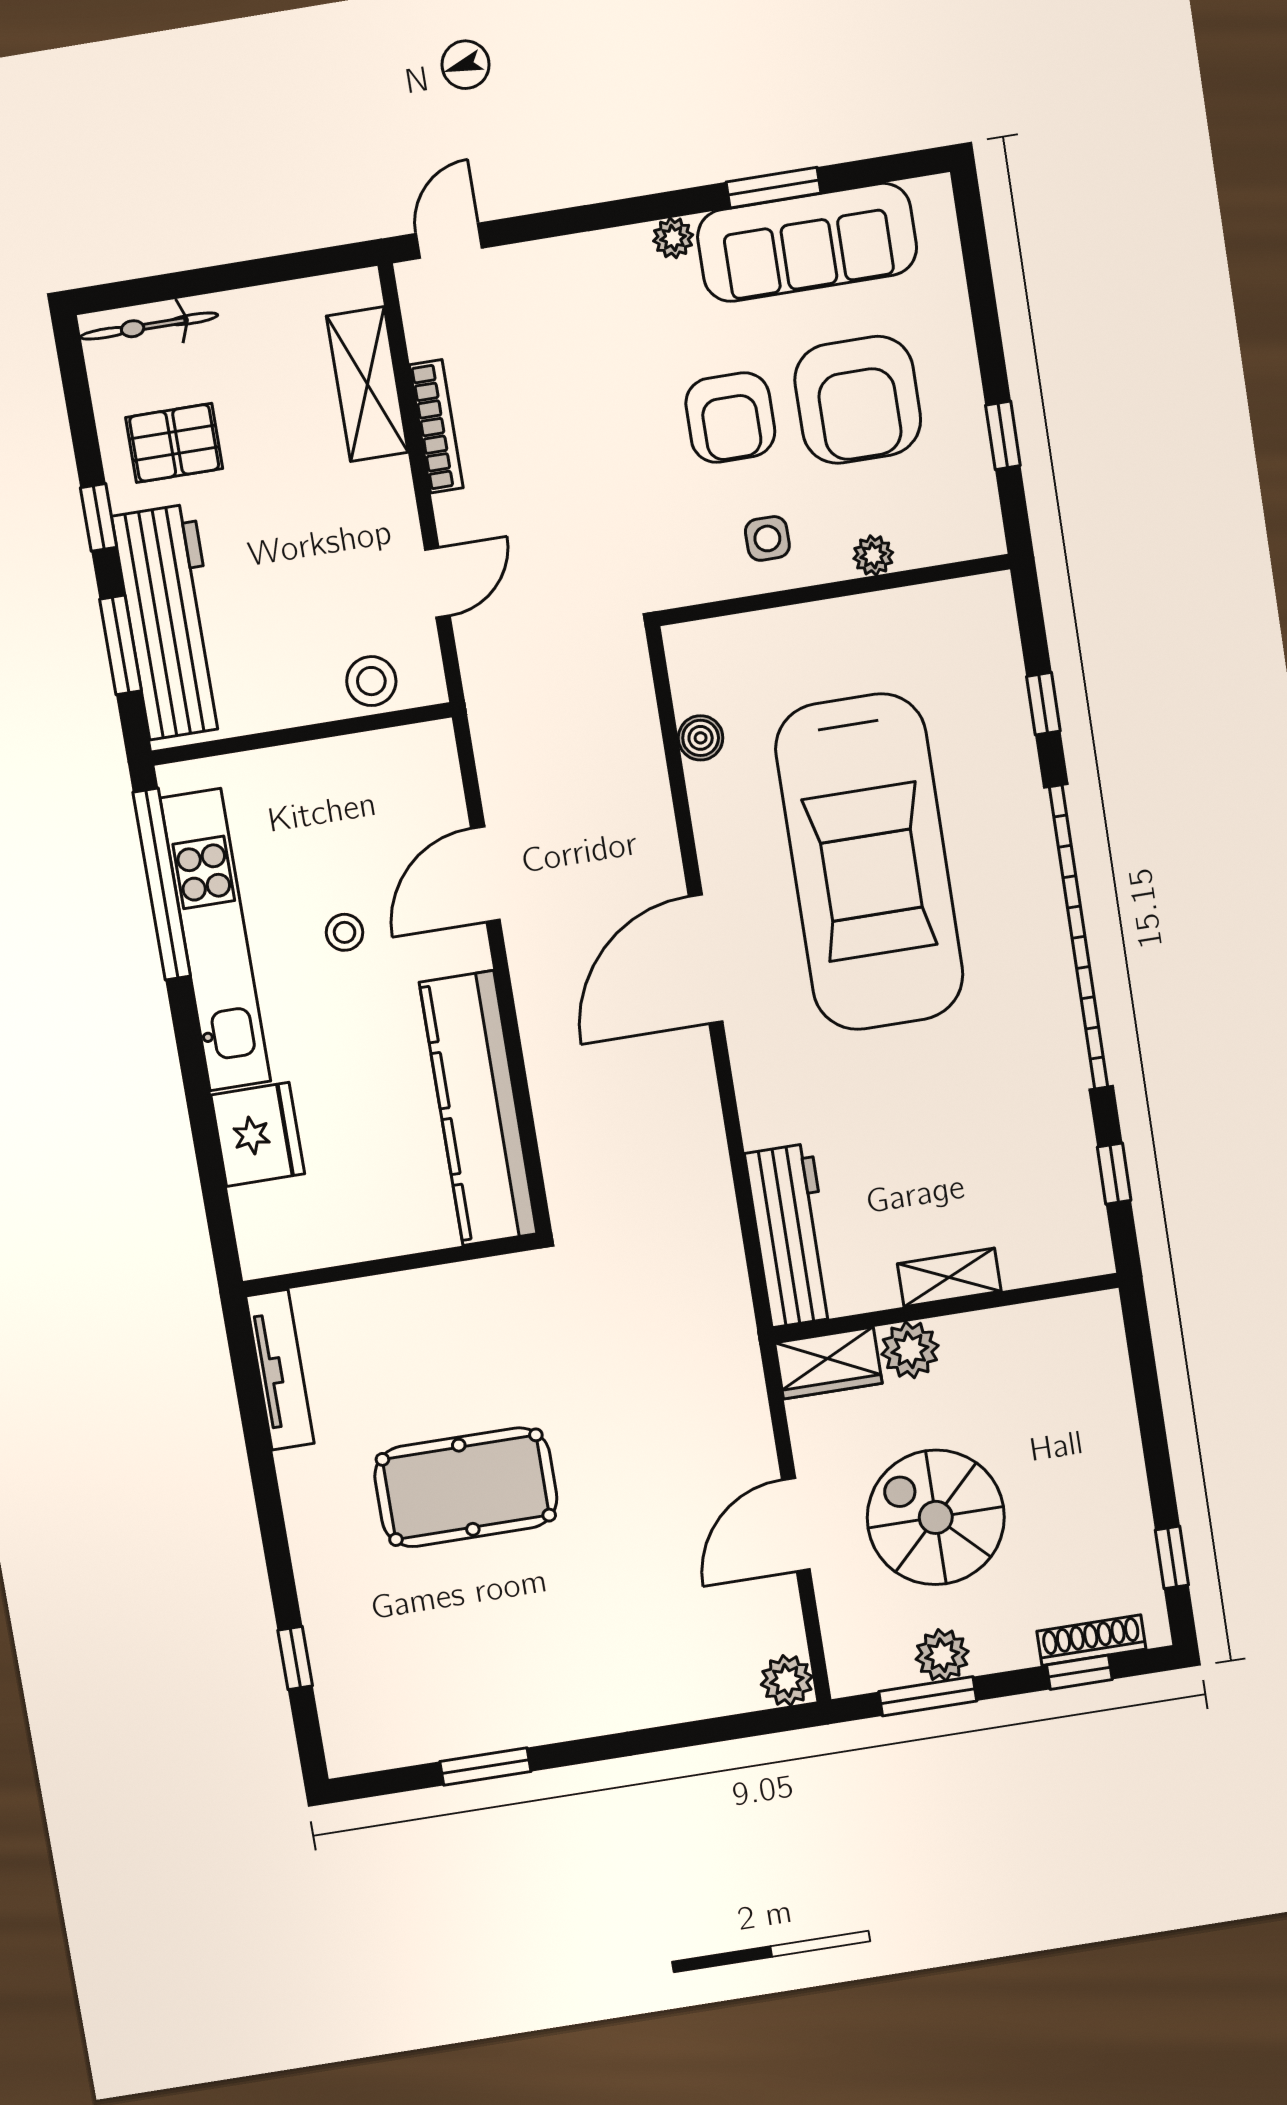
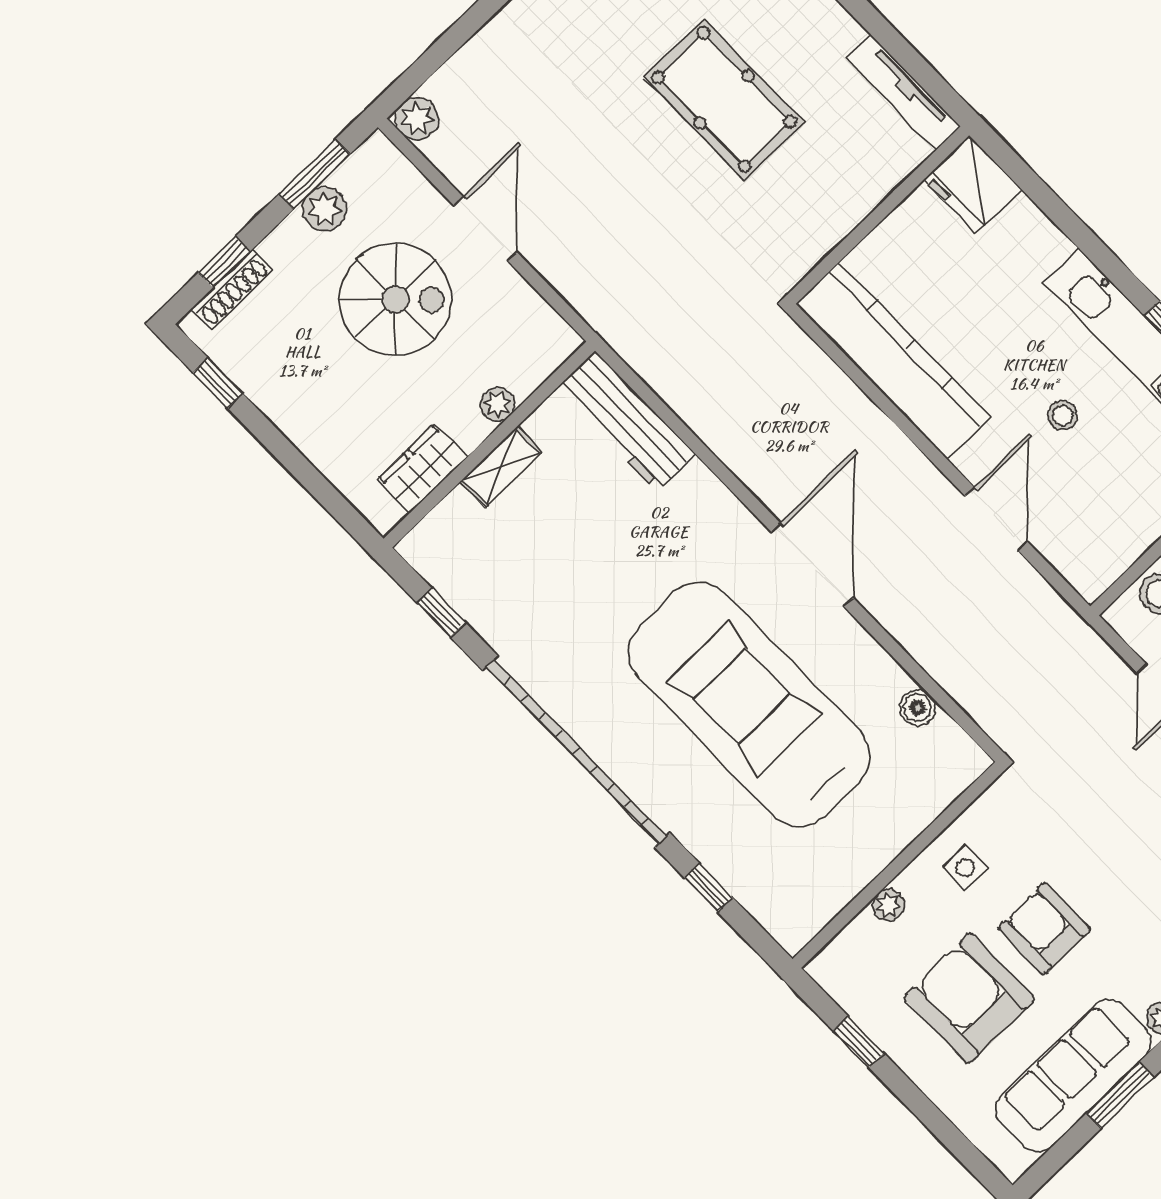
fridge: (258, 1134) -> (973, 185), moved
plant: (910, 1350) -> (497, 405), width x0.73, depth x0.73
wardrobe: (828, 1363) -> (422, 468), moved
pool table: (466, 1487) -> (724, 100), turned 90

